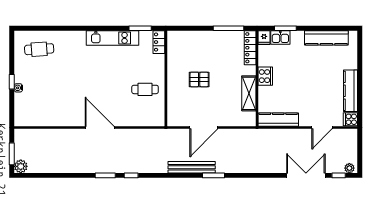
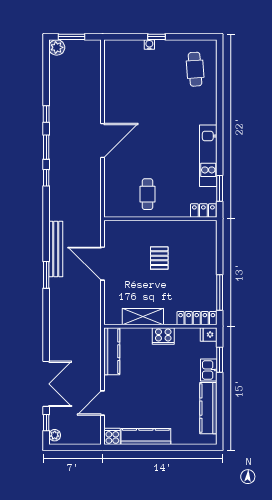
kitchen sink: (280, 37) -> (209, 370), moved
door: (322, 128) -> (103, 403), hinge flipped
window: (77, 175) -> (46, 114), added

